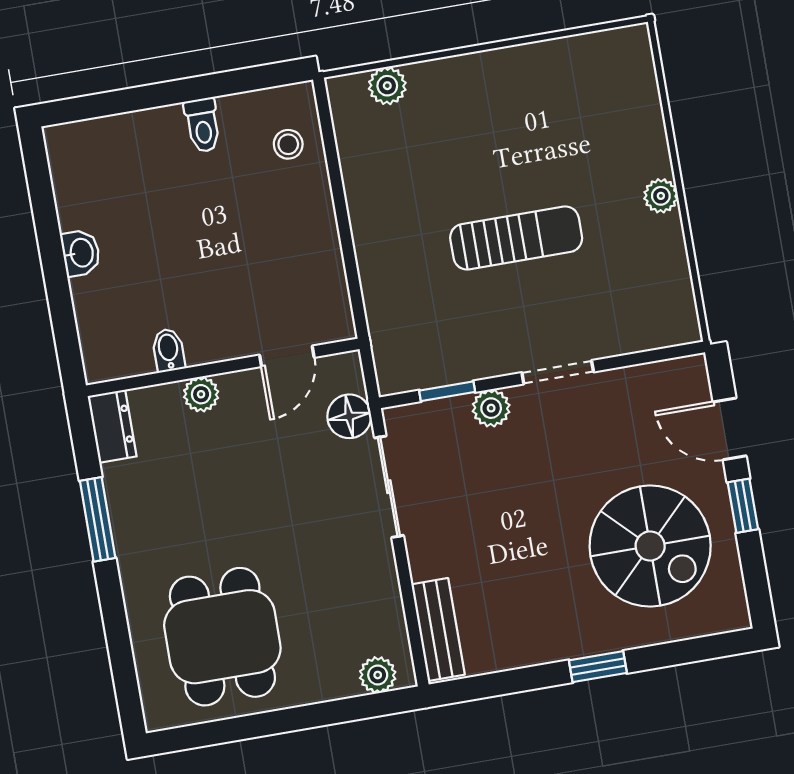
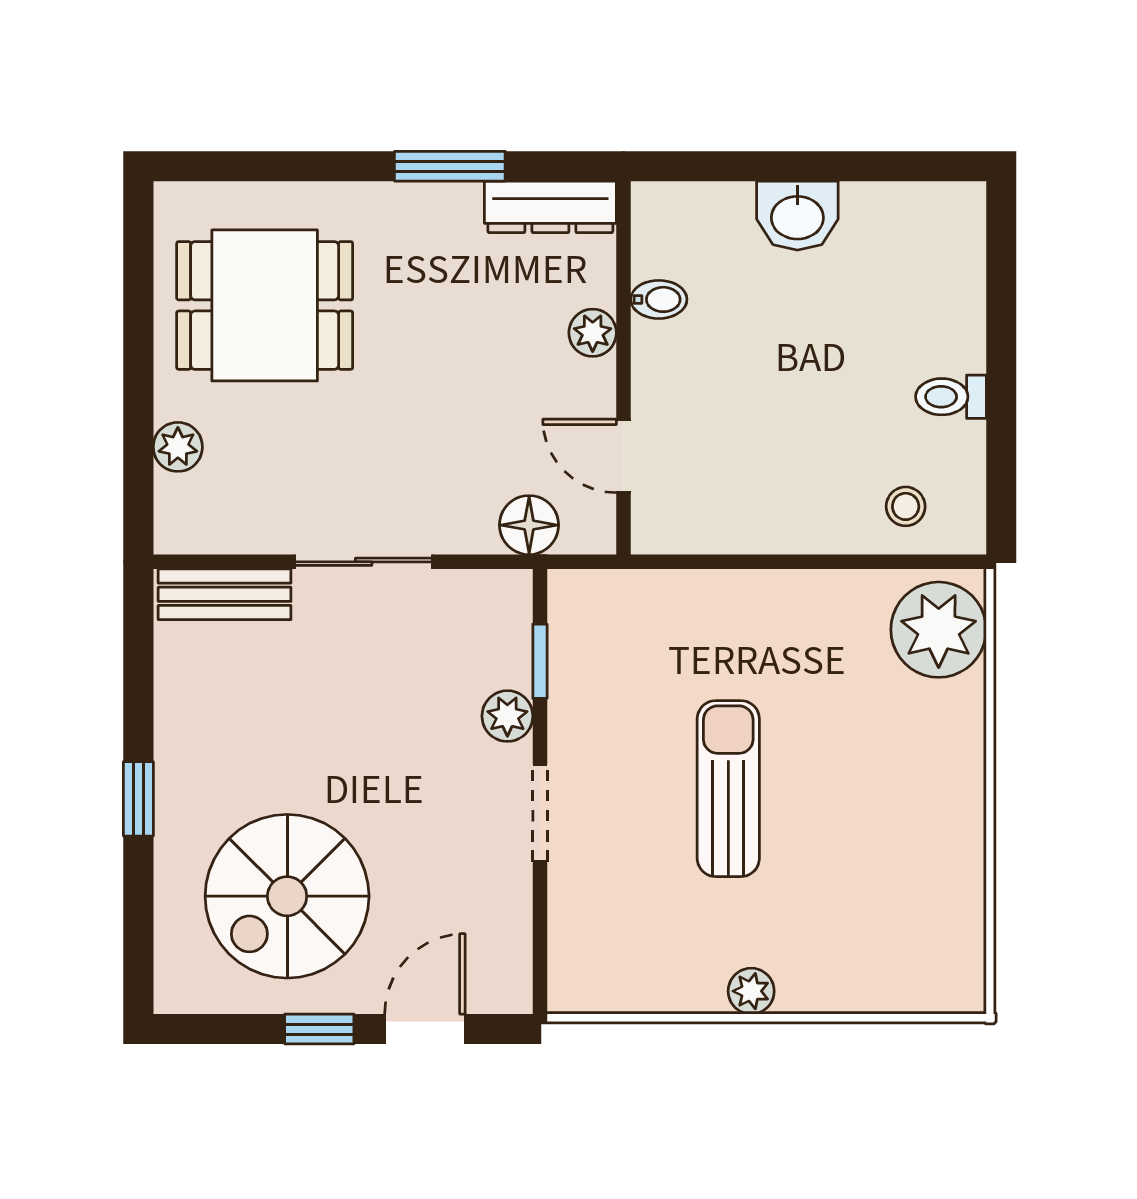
plant: (387, 86) -> (939, 630), width x1.87, depth x1.87
sun lounger: (516, 238) -> (728, 789), turned 180
washbasin: (81, 253) -> (797, 216), width x1.38, depth x1.45
dresser: (112, 426) -> (550, 207), width x1.44
sliding door: (389, 487) -> (364, 562), moved
plant: (378, 675) -> (178, 447), moved

